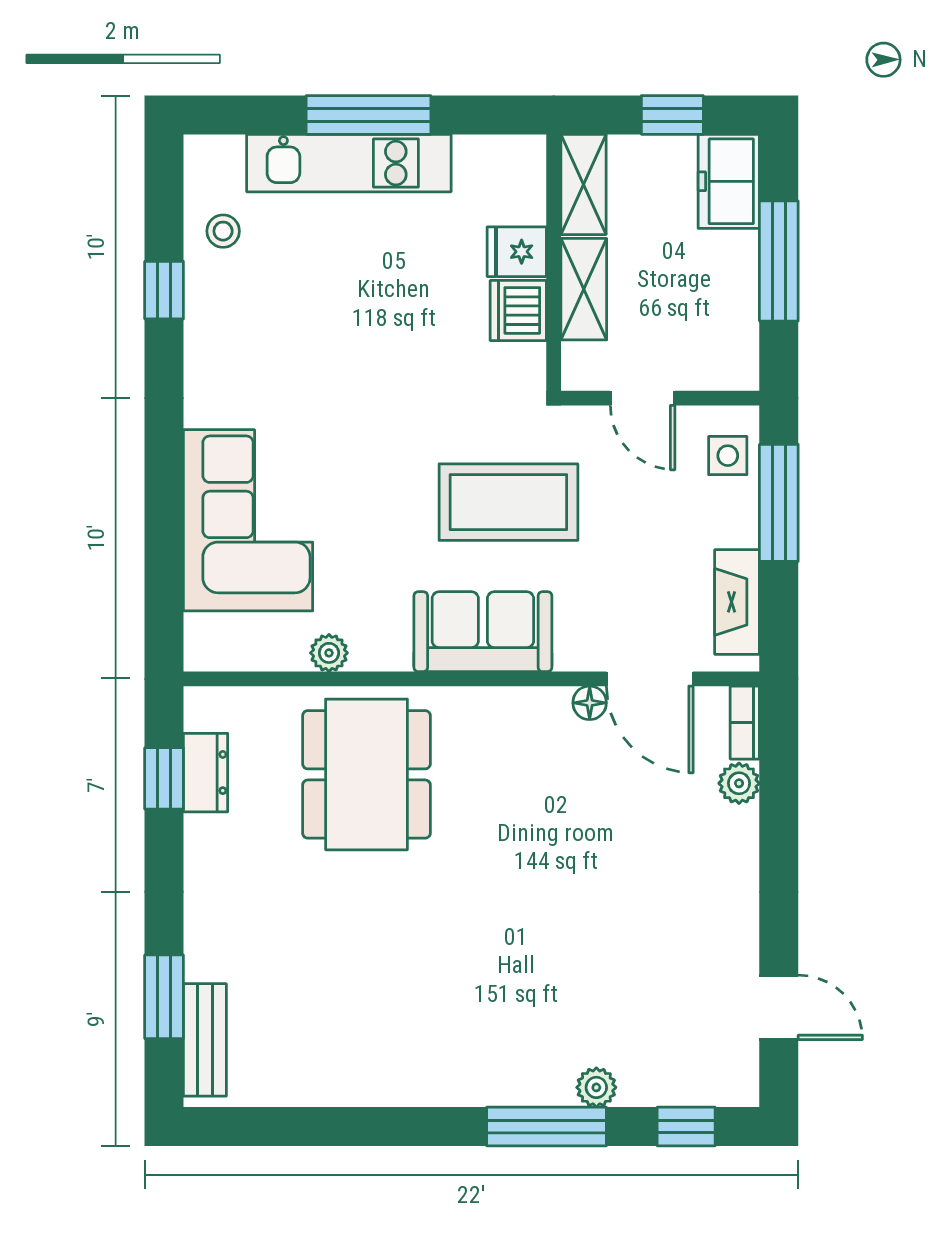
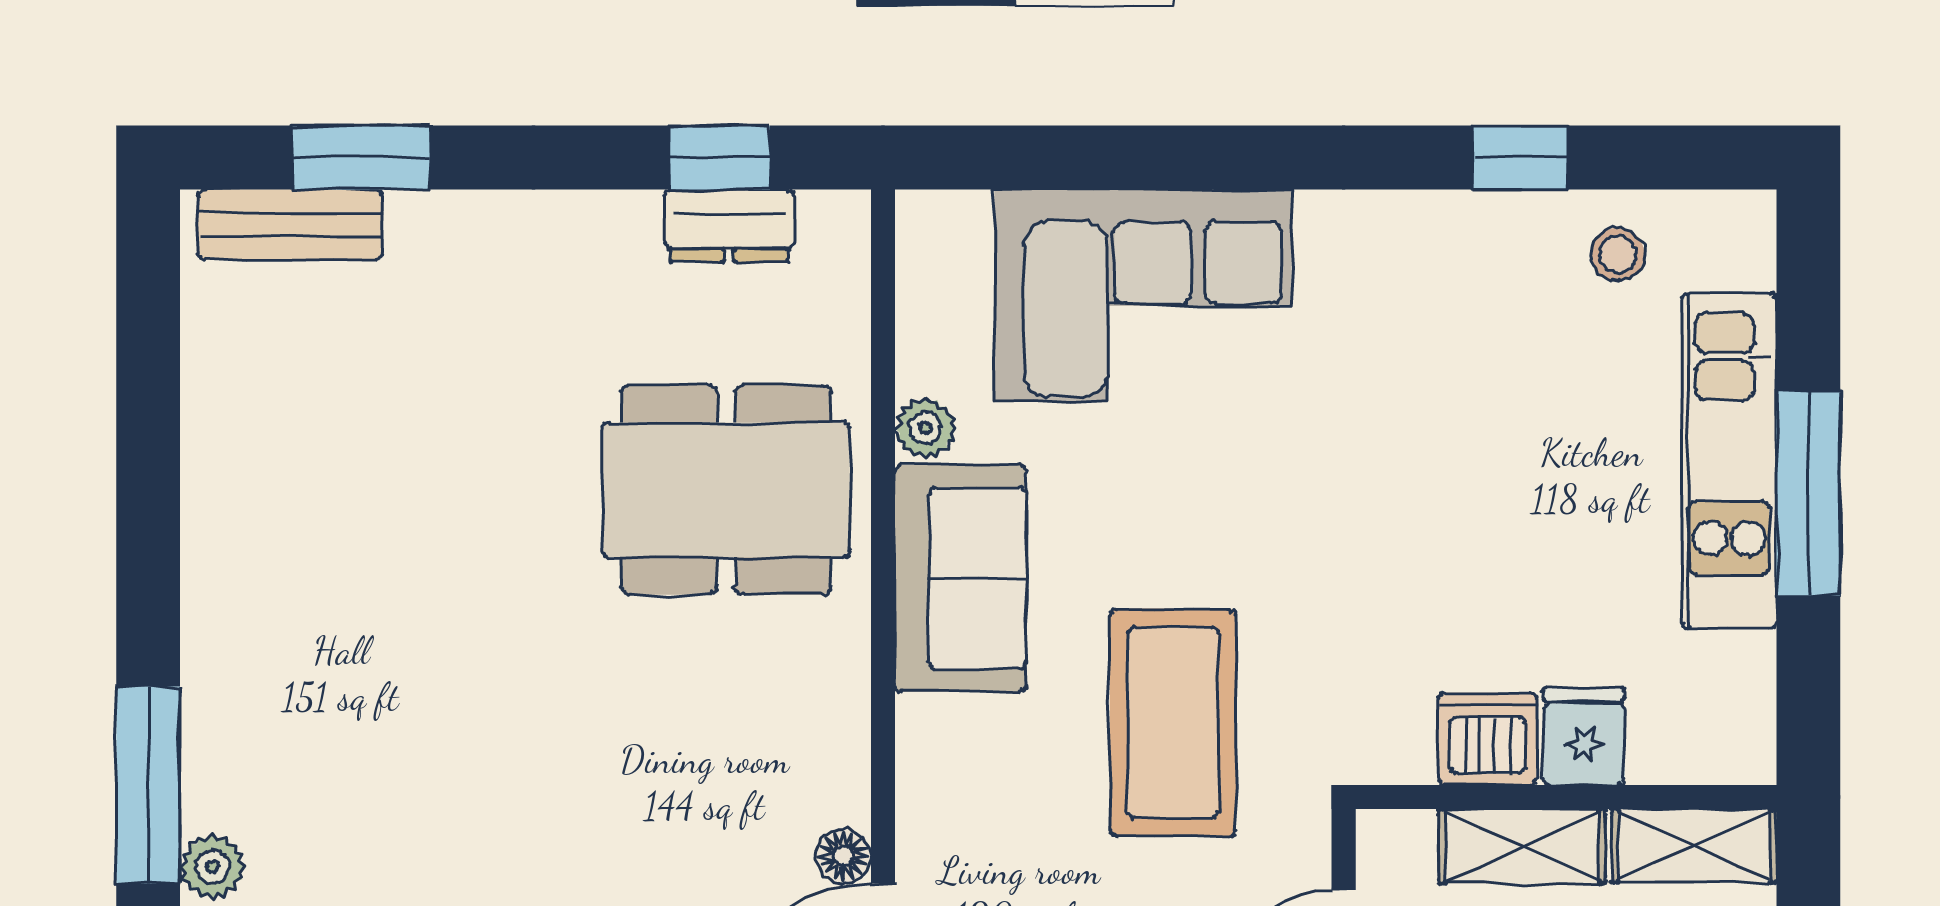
sofa: (483, 632) -> (960, 578), moved

